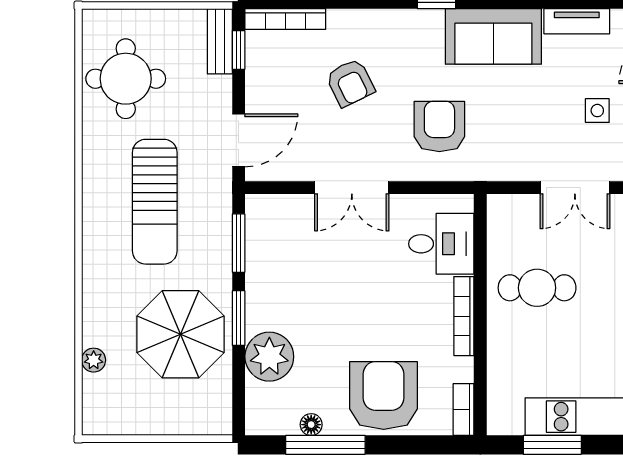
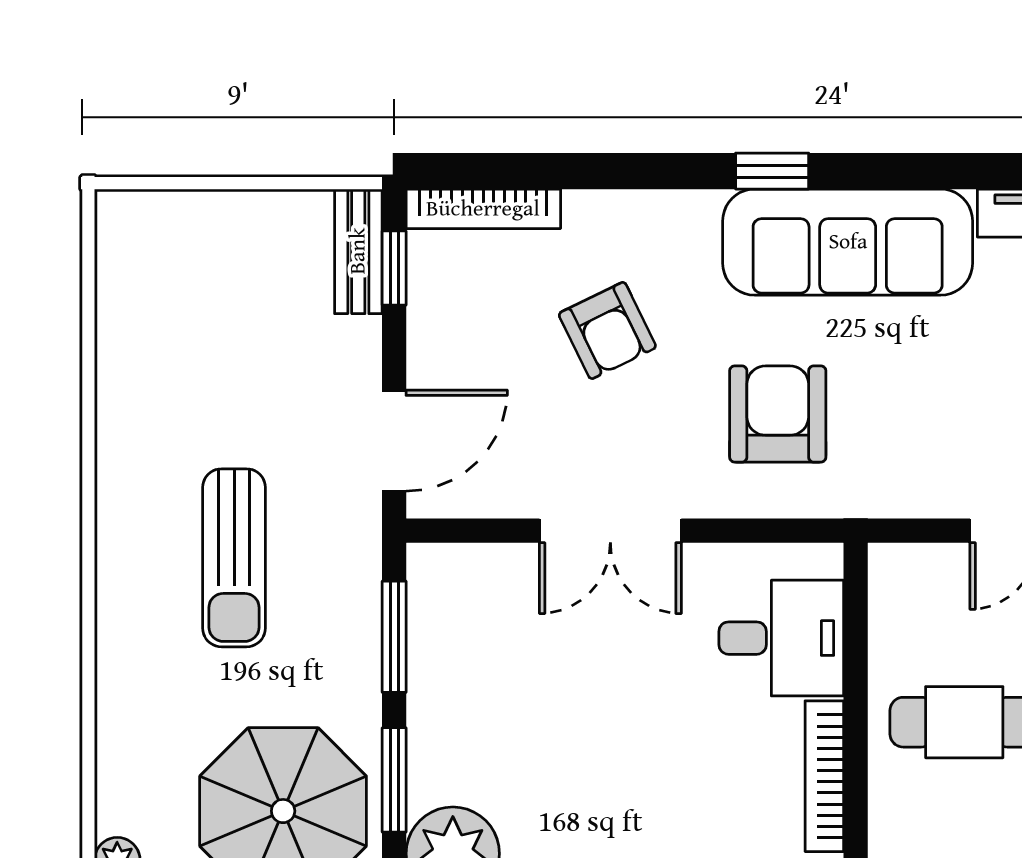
sofa: (493, 36) -> (848, 242), width x1.36
round table: (126, 79) -> (179, 323), removed
sun lounger: (155, 202) -> (234, 558), width x0.73, depth x0.75

